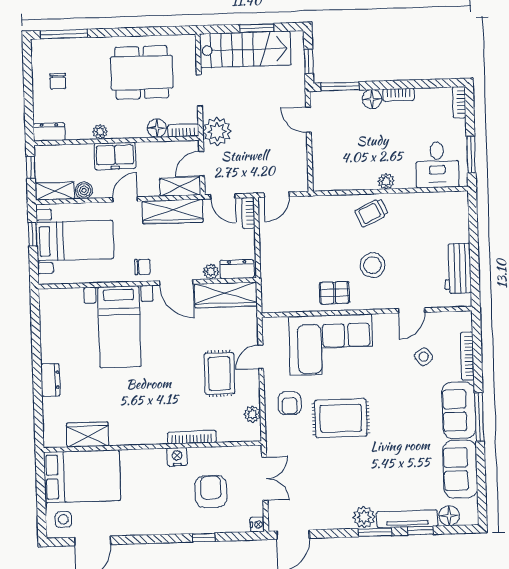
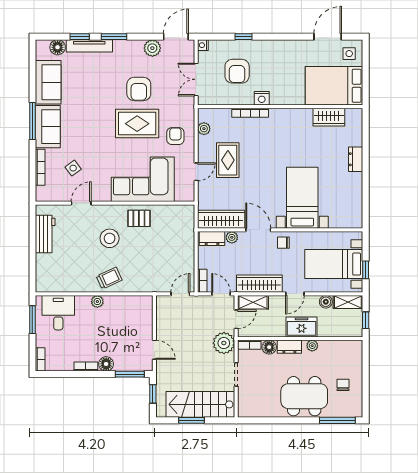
dining table: (142, 73) -> (304, 396), moved
dresser: (49, 132) -> (289, 347), moved
armchair: (340, 464) -> (139, 89), added
plant: (364, 517) -> (152, 48), moved

